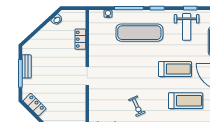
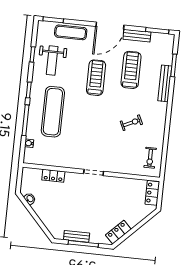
weight bench: (187, 27) -> (52, 60), turned 90

